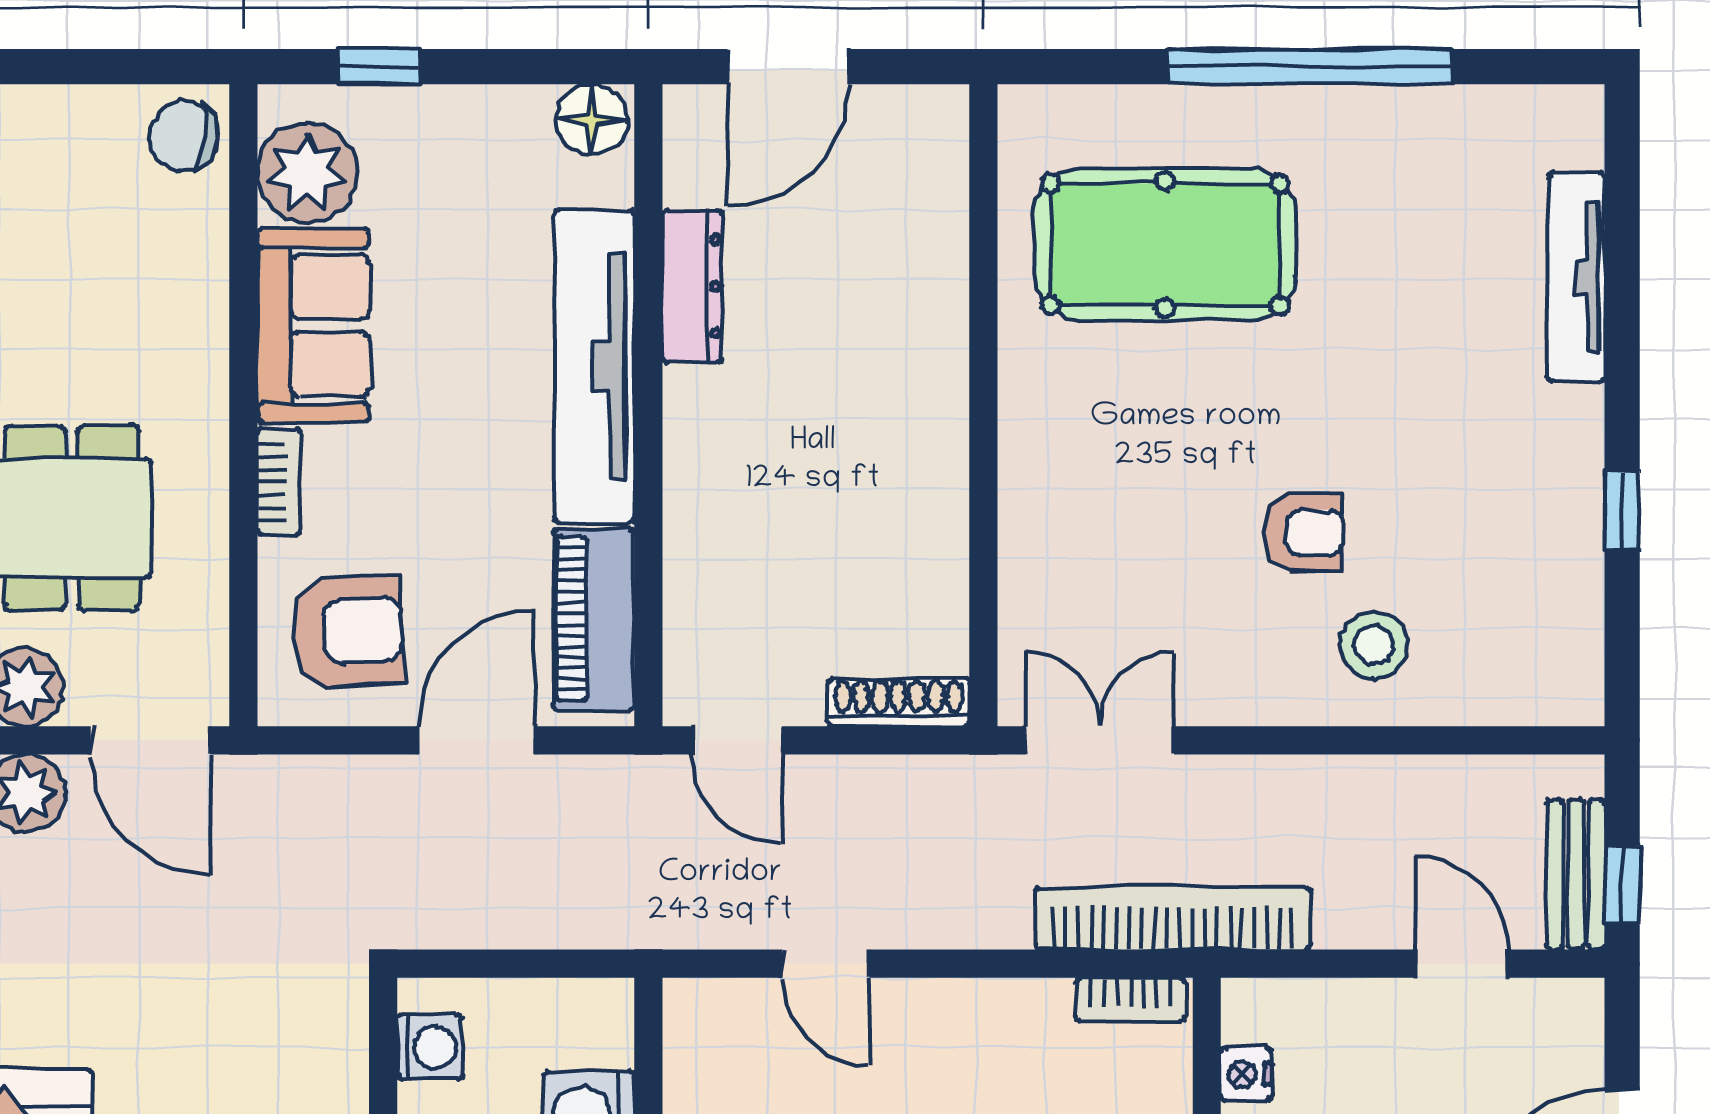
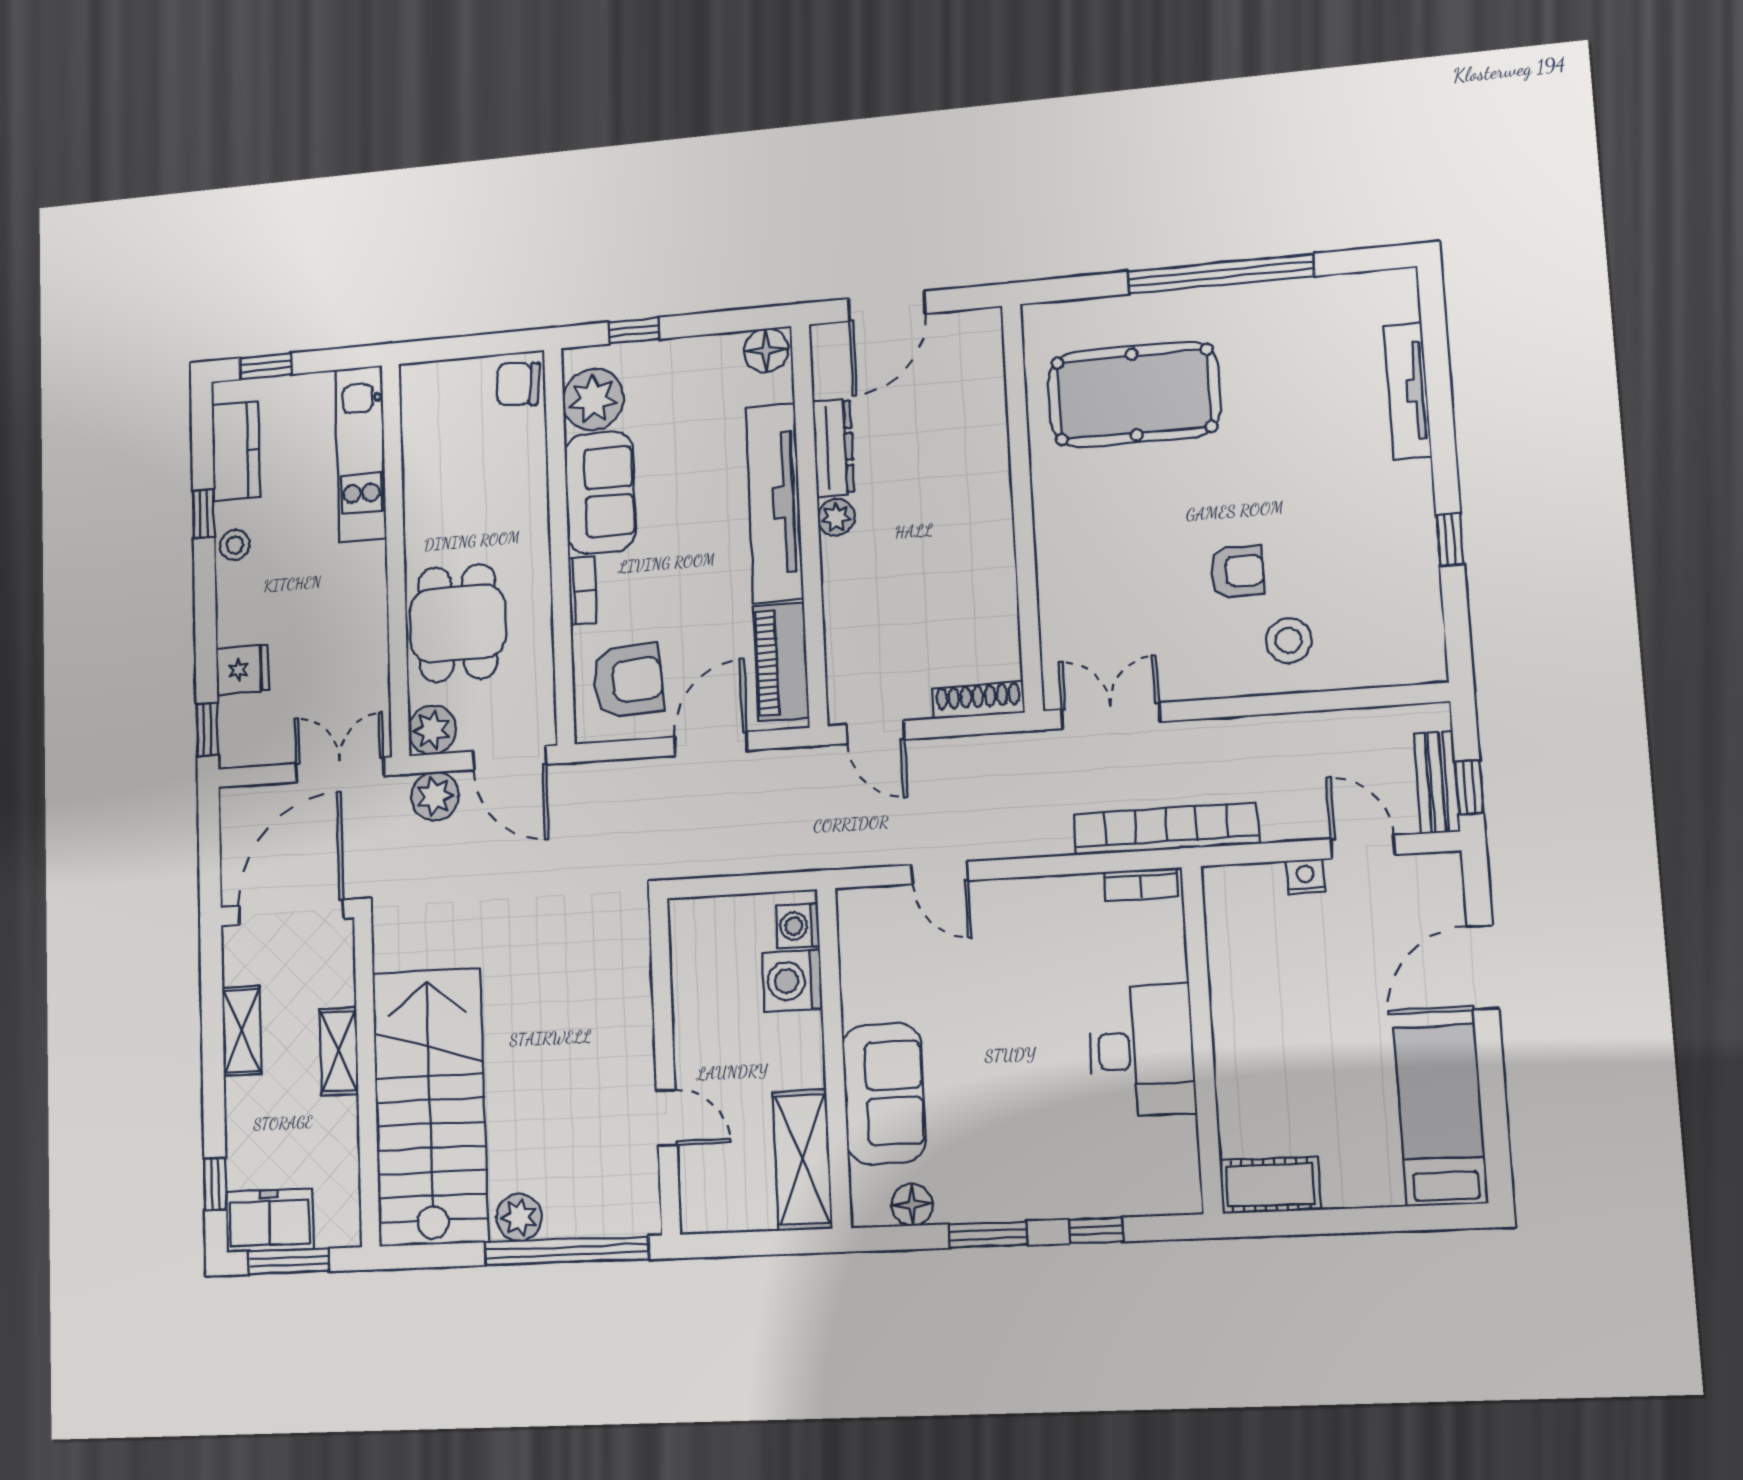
plant: (691, 397) -> (836, 517), added
washing machine: (430, 1047) -> (798, 926), moved, turned 180
nightstand: (1246, 1074) -> (1305, 877), moved, turned 90

